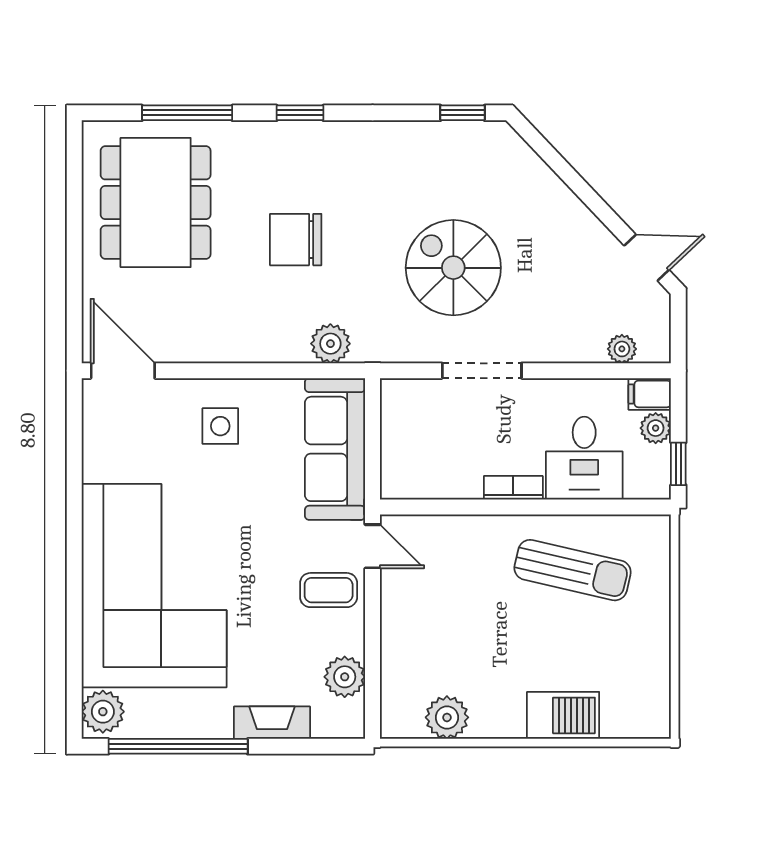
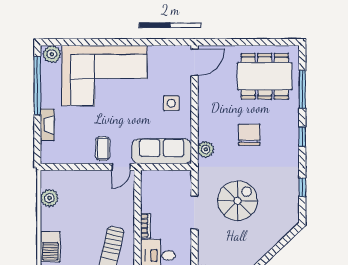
window: (463, 113) -> (302, 187), moved
plant: (345, 677) -> (66, 155), removed

